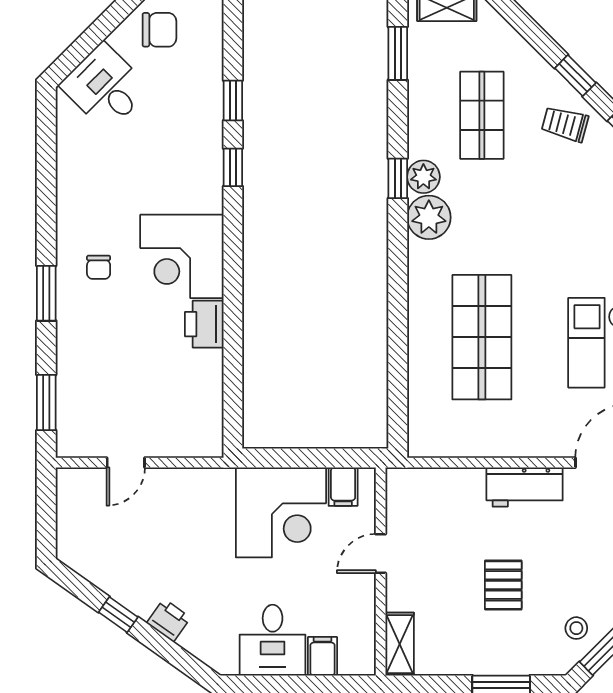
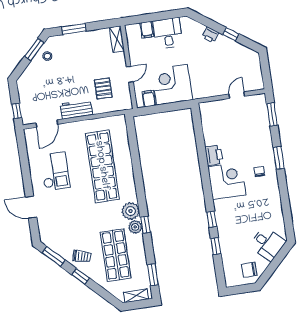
shop shelf: (482, 115) -> (116, 255), width x1.43, depth x1.36
shop shelf: (482, 337) -> (102, 166), width x1.40
pallet: (503, 585) -> (103, 88), moved

